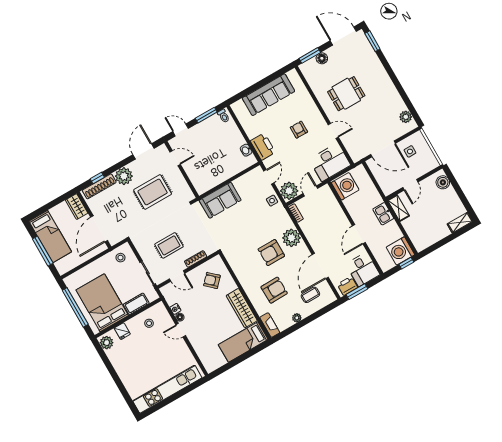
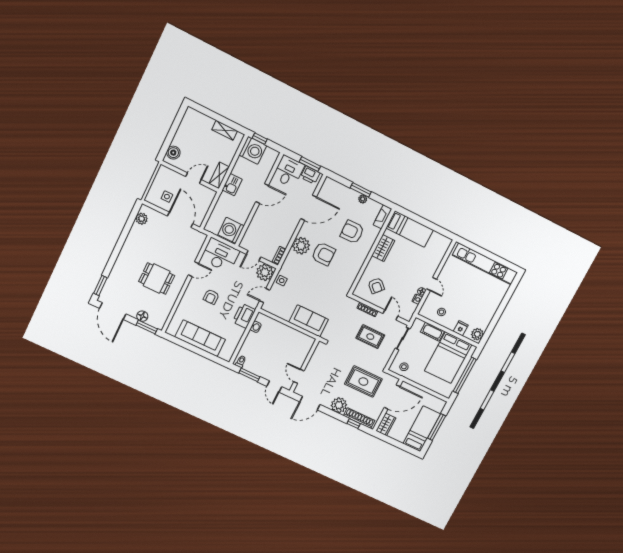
door: (333, 131) -> (193, 269), swing flipped
rug: (153, 192) -> (363, 382), moved
shelving: (460, 223) -> (225, 130), moved
coffee table: (310, 295) -> (337, 200), removed
wardrobe: (242, 308) -> (383, 248), width x0.67
window: (306, 321) -> (361, 190), added

